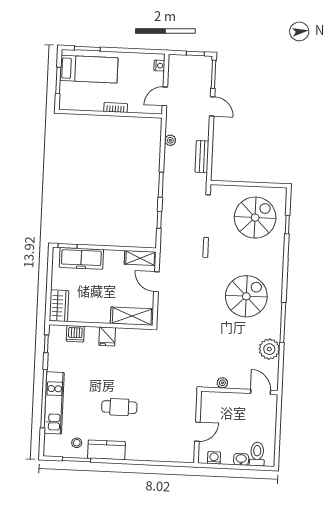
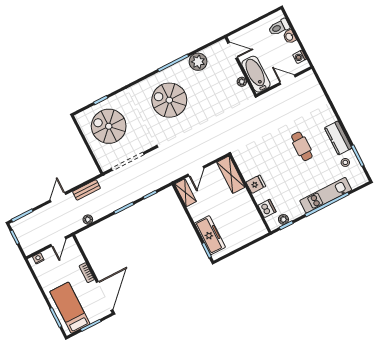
door: (165, 96) -> (58, 242), hinge flipped
door: (212, 106) -> (58, 197), moved
door: (81, 112) -> (105, 296), added
wardrobe: (59, 306) -> (253, 232), removed
plant: (54, 344) -> (283, 219), added
door: (261, 392) -> (233, 50), swing flipped
bathtub: (222, 402) -> (256, 74), added

